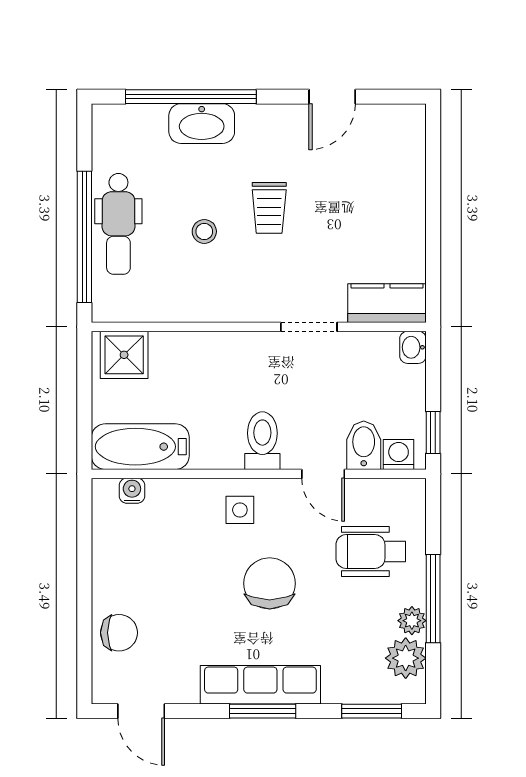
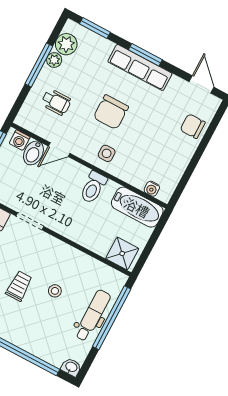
washbasin: (202, 124) -> (71, 367), moved, width x0.52, depth x0.69
toilet: (262, 441) -> (93, 187), moved
door: (323, 474) -> (59, 150), swing flipped
wheelchair: (371, 552) -> (56, 102), width x0.73, depth x0.73

